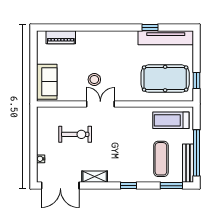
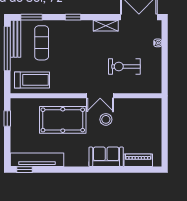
window: (150, 27) -> (25, 170), moved
pool table: (165, 79) -> (63, 120), moved
sofa: (47, 82) -> (106, 157), moved, turned 90

